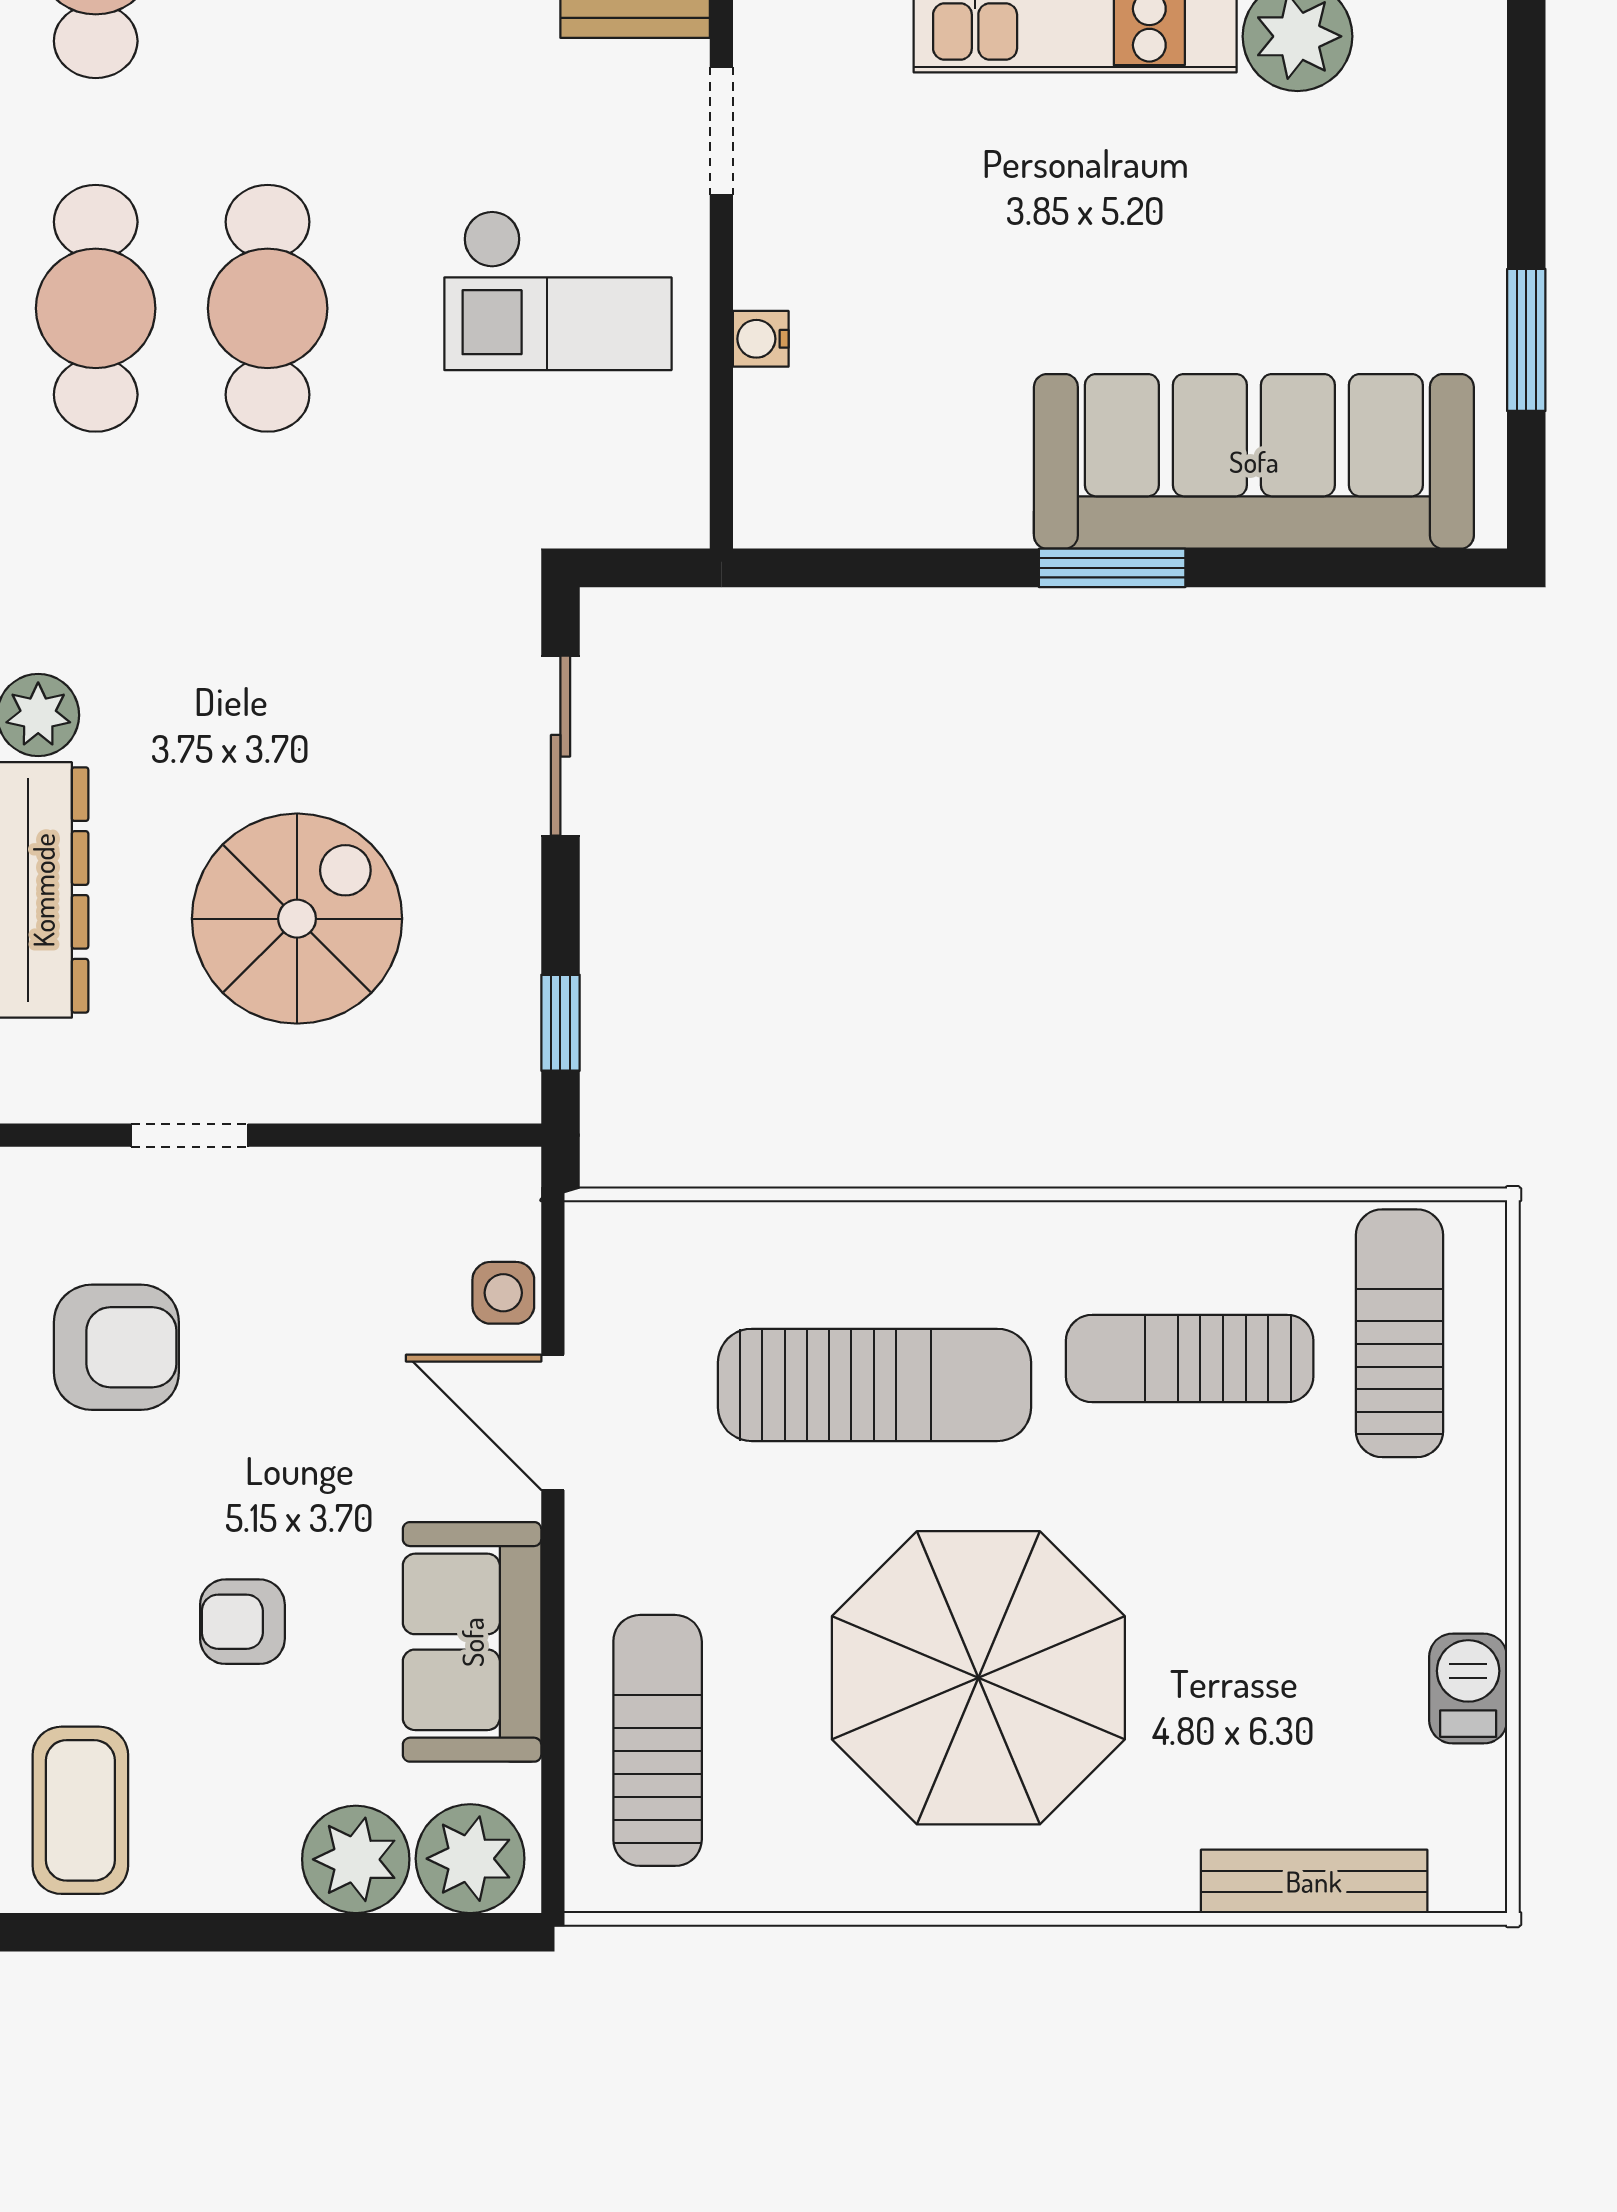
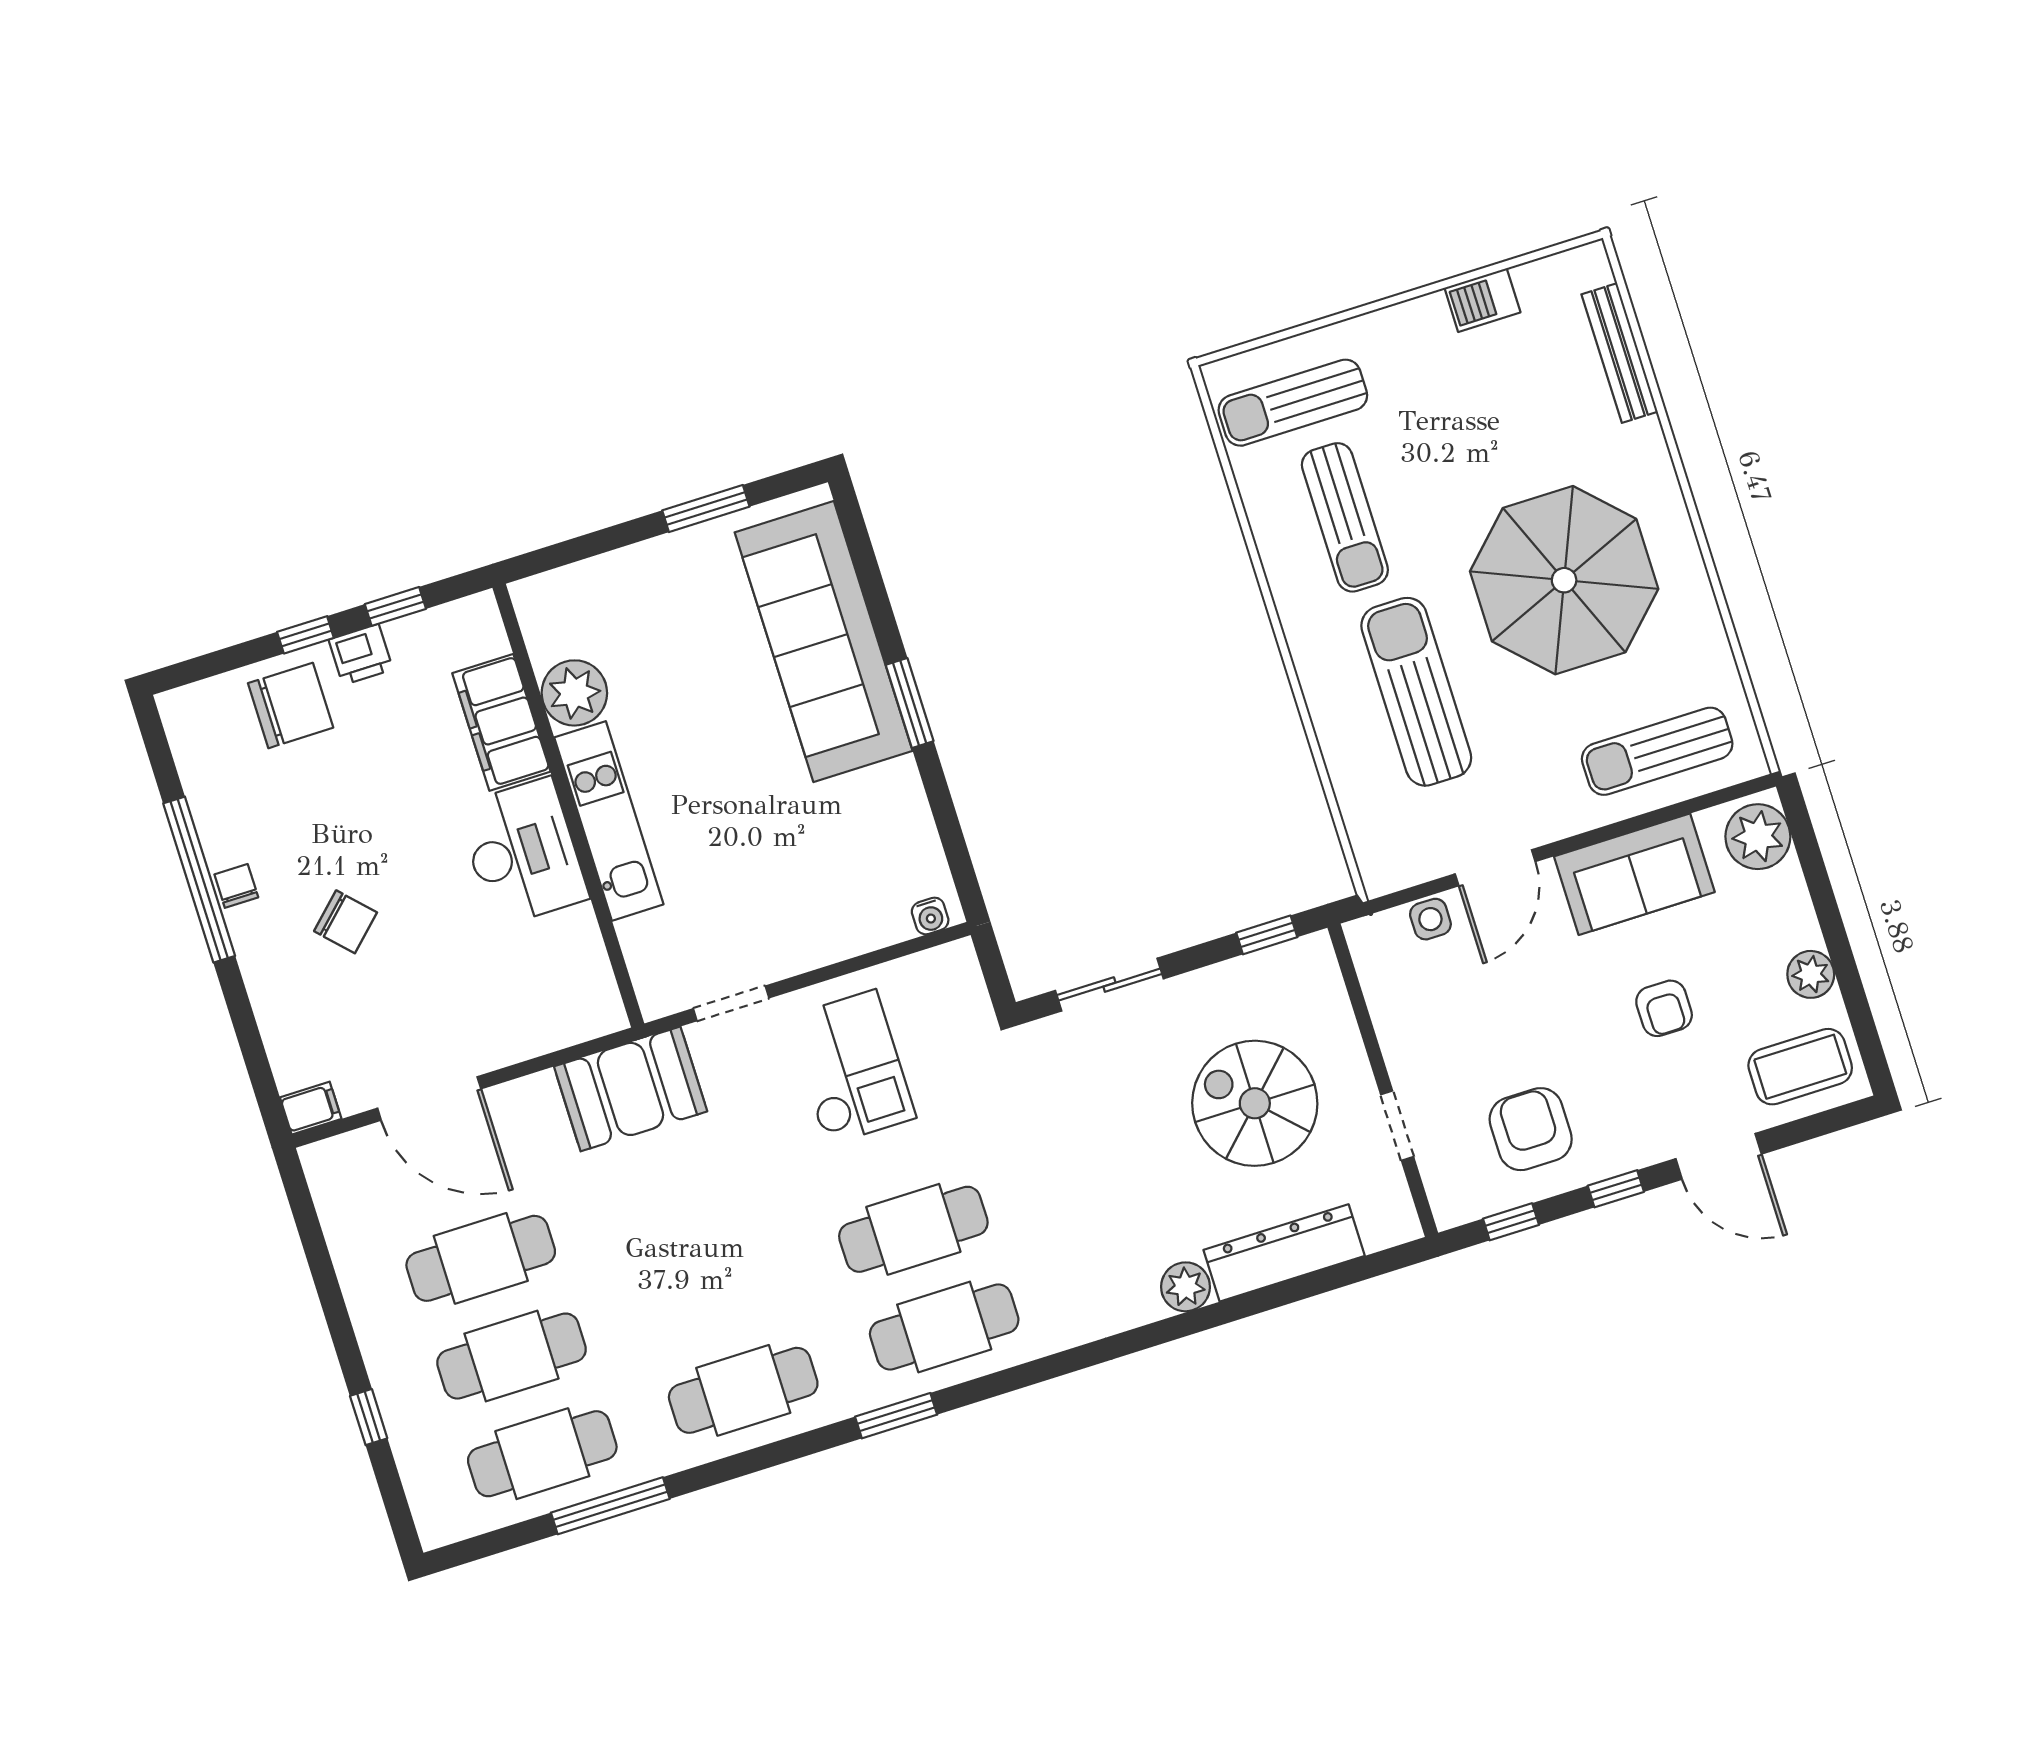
water cooler: (761, 339) -> (930, 916), moved
plant: (356, 1859) -> (1811, 974), moved, width x0.73, depth x0.73

